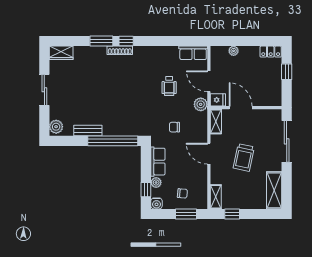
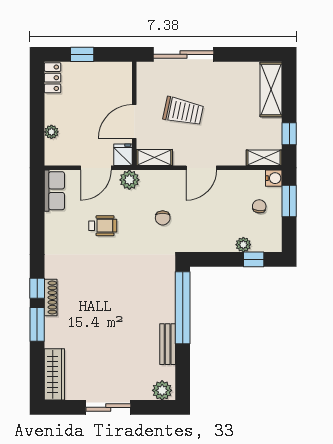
wardrobe: (61, 53) -> (54, 374), width x1.50
trolley: (244, 158) -> (183, 111), moved
row of seats: (158, 162) -> (213, 242), removed
shelving: (274, 190) -> (271, 89), moved, turned 90
water cooler: (156, 203) -> (274, 178), moved

